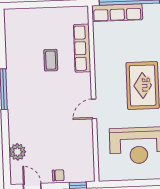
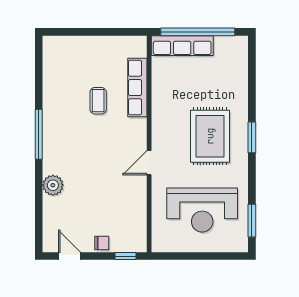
plant: (18, 152) -> (53, 185), moved

